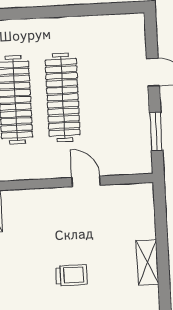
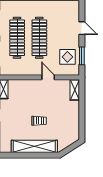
display table: (125, 135) -> (67, 57), added
shelving: (147, 262) -> (75, 90), moved

